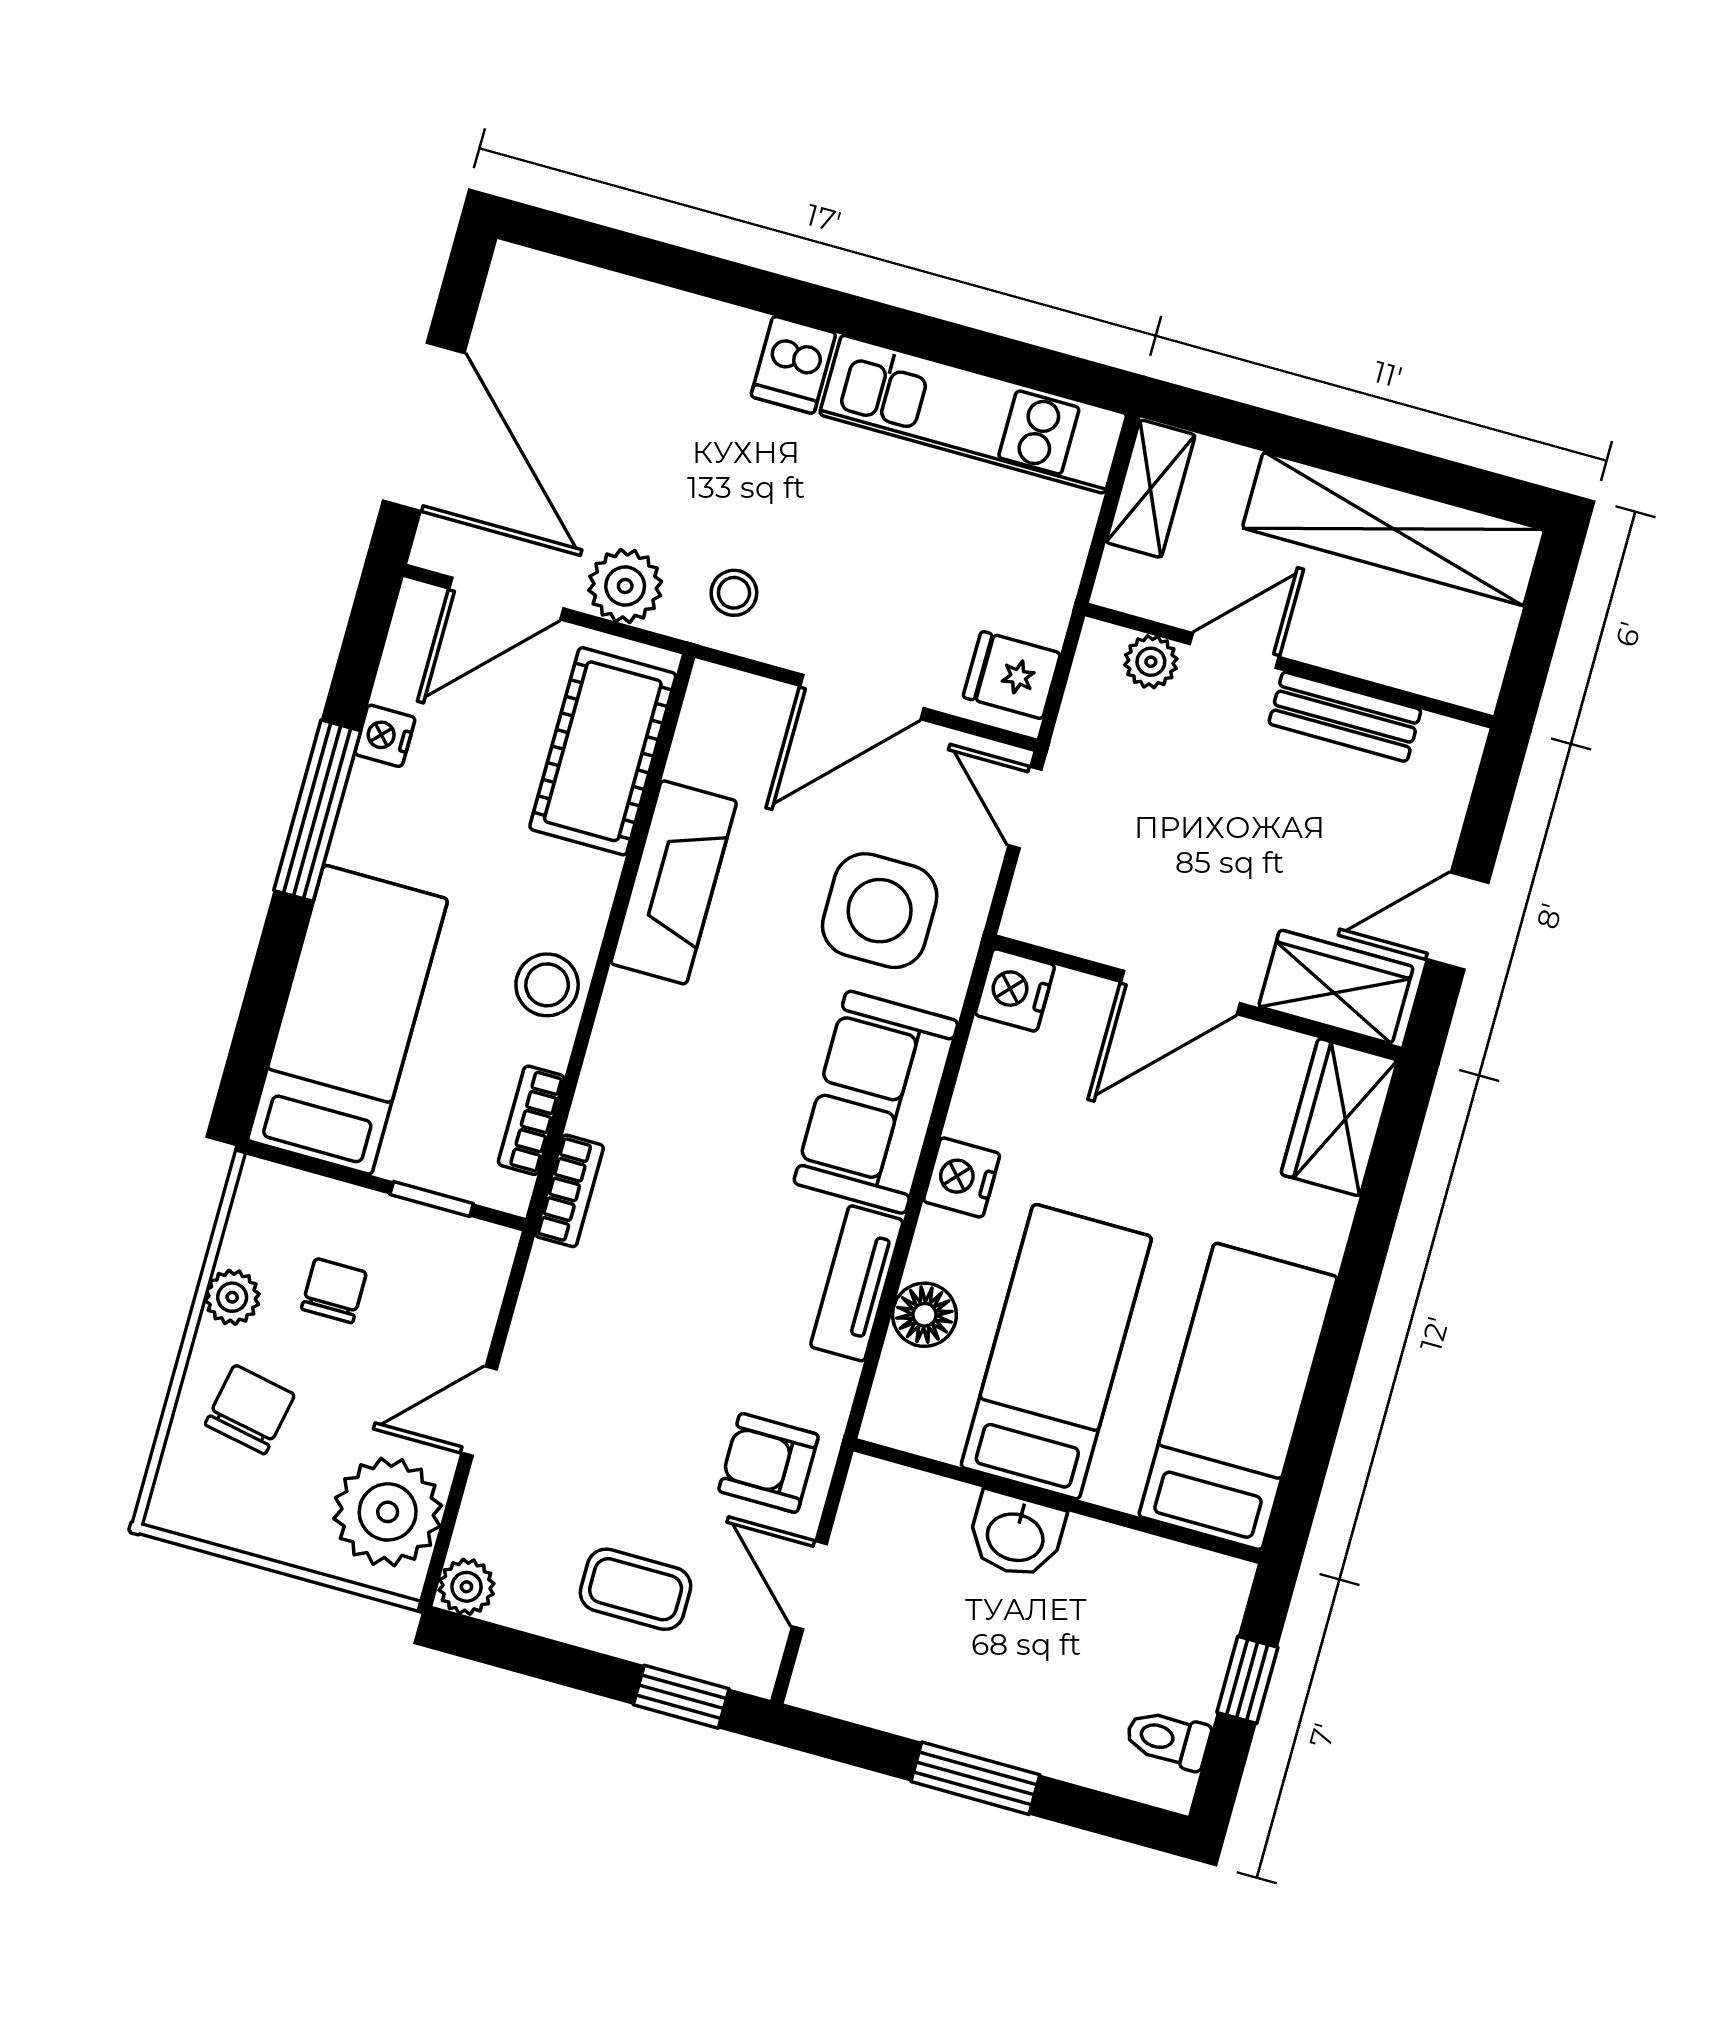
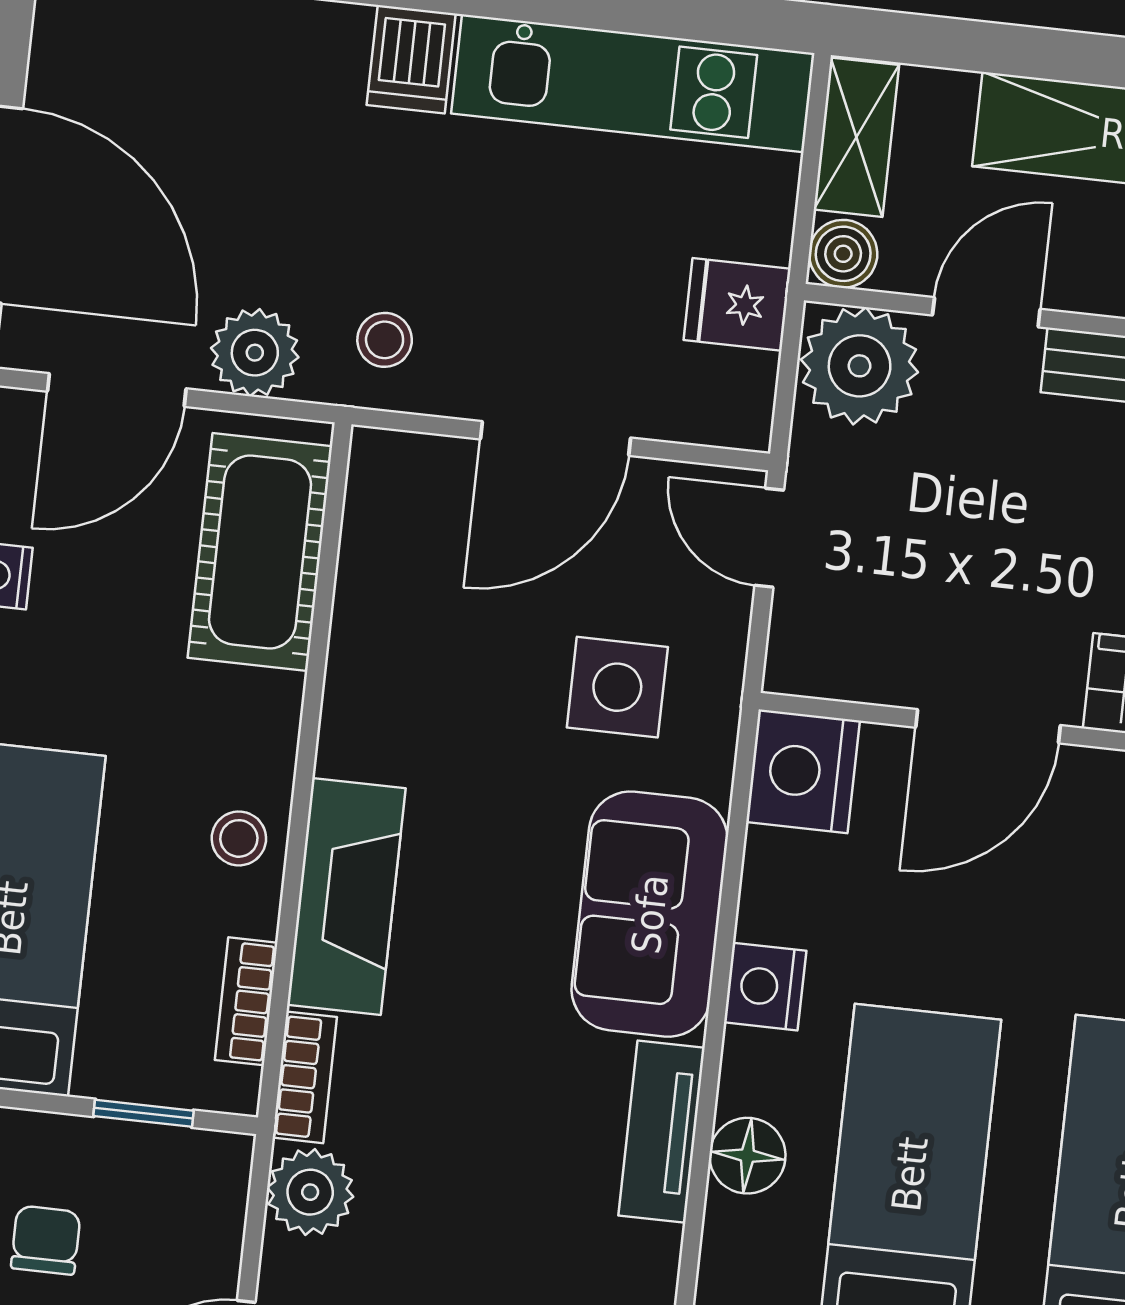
boiler: (1124, 583) -> (843, 254), added
plant: (1151, 662) -> (860, 366), width x1.87, depth x1.87
fridge: (1012, 675) -> (737, 304), moved
fireplace: (674, 882) -> (346, 896), moved
side table: (880, 911) -> (617, 687), width x0.73, depth x0.73
stool: (547, 985) -> (239, 838), width x0.73, depth x0.73
nightstand: (1015, 990) -> (803, 771), width x1.36, depth x1.33
plant: (559, 1286) -> (310, 1192), added

